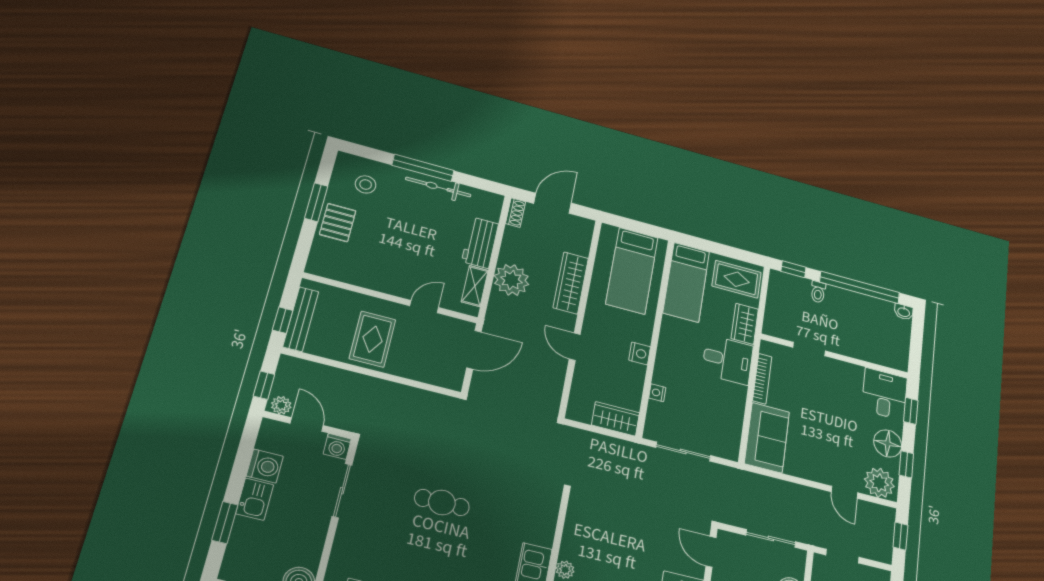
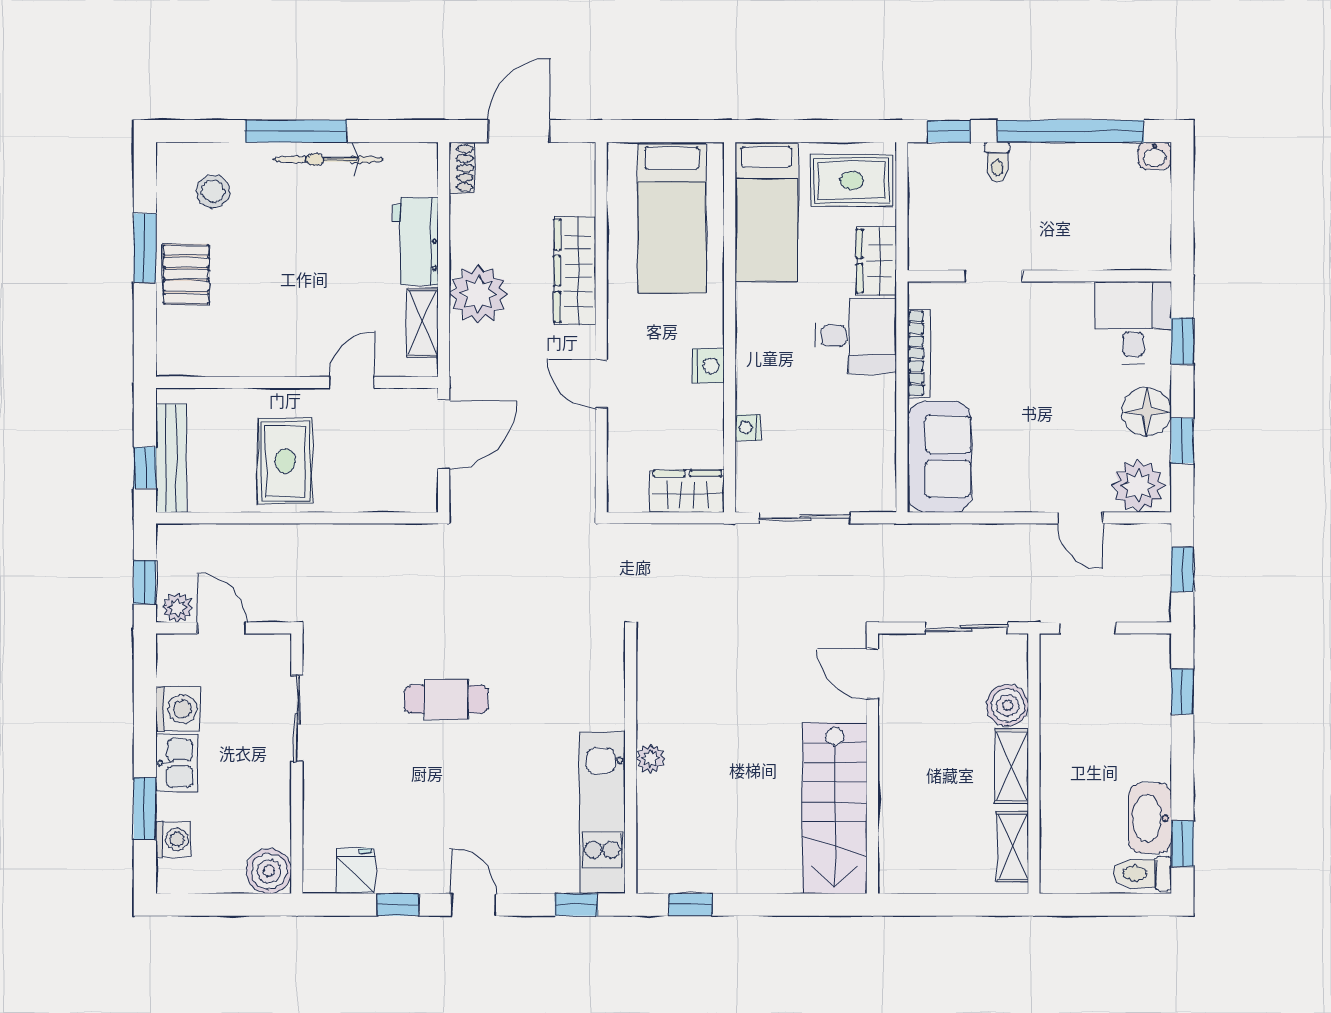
washing machine: (337, 446) -> (173, 839), moved, turned -90

